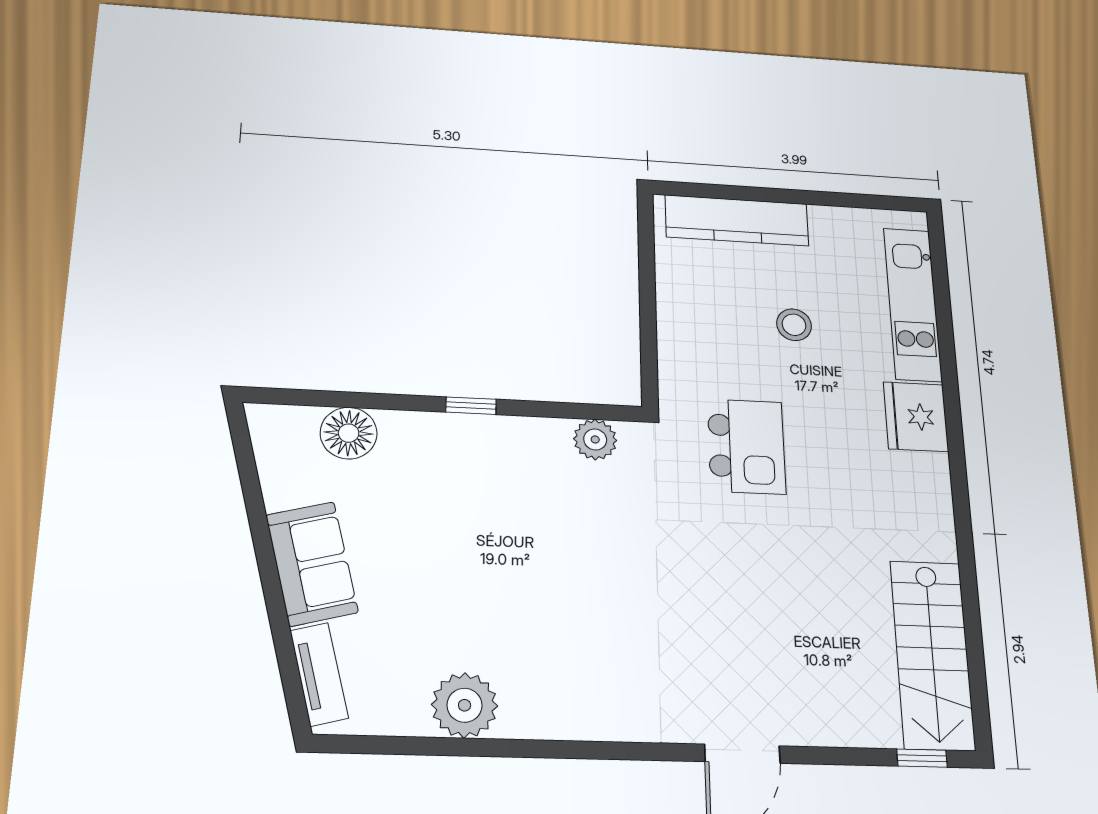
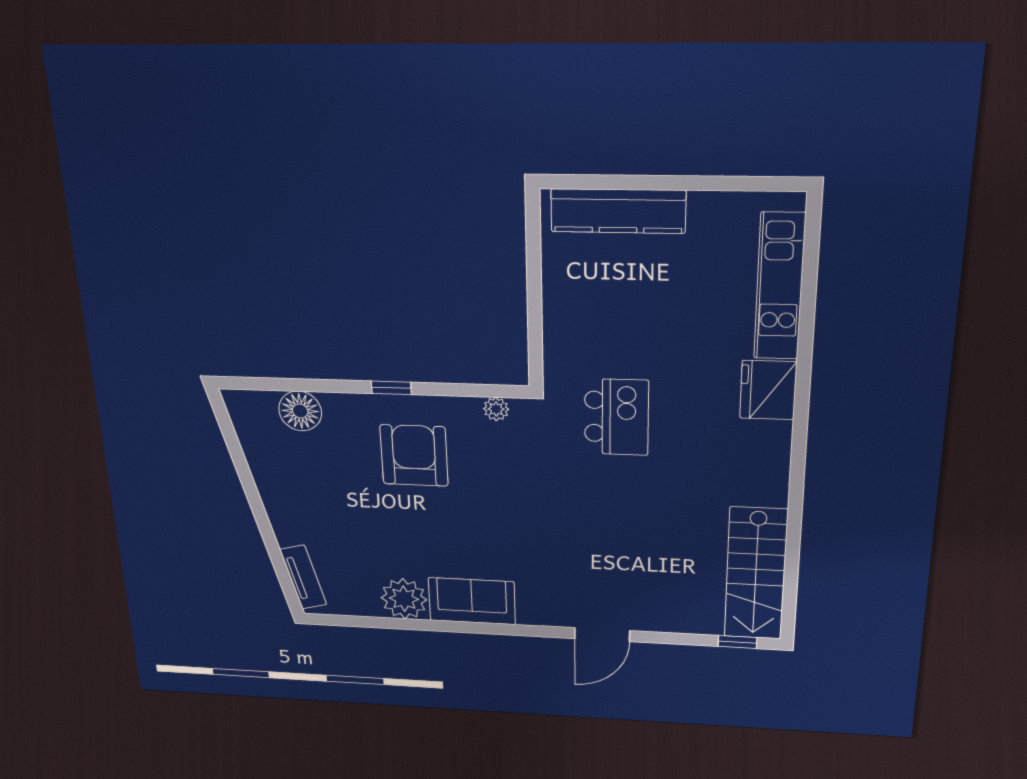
stool: (794, 325) -> (665, 310), removed
plant: (595, 440) -> (496, 409), width x0.73, depth x0.73
armchair: (494, 493) -> (414, 455), added
sofa: (312, 563) -> (472, 601), moved, turned -76

